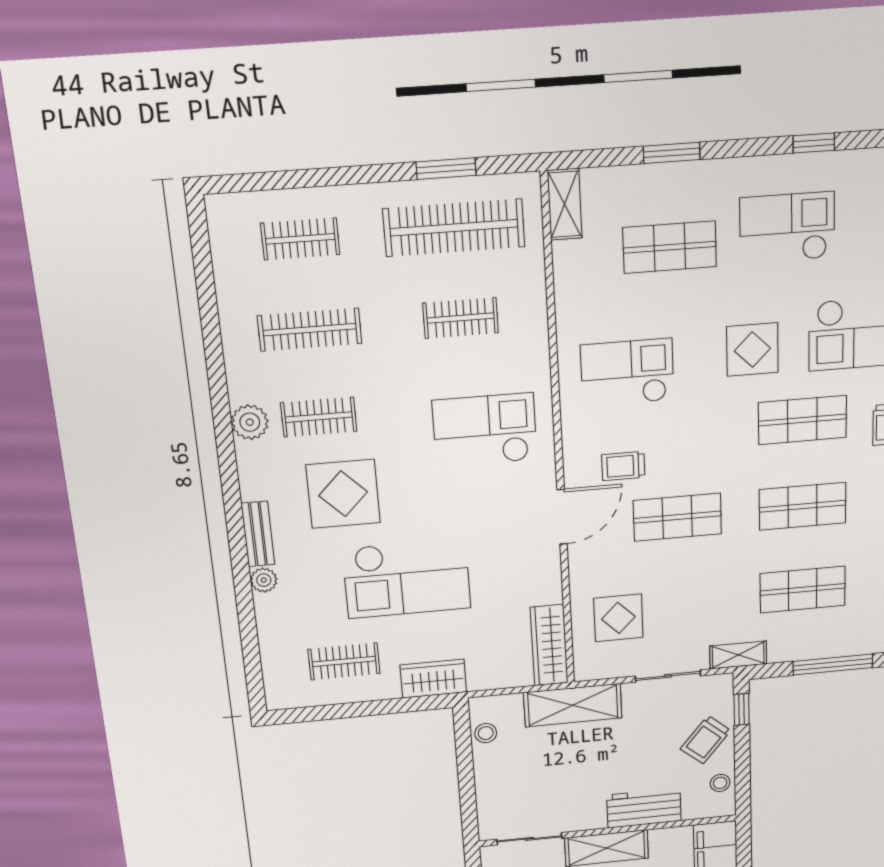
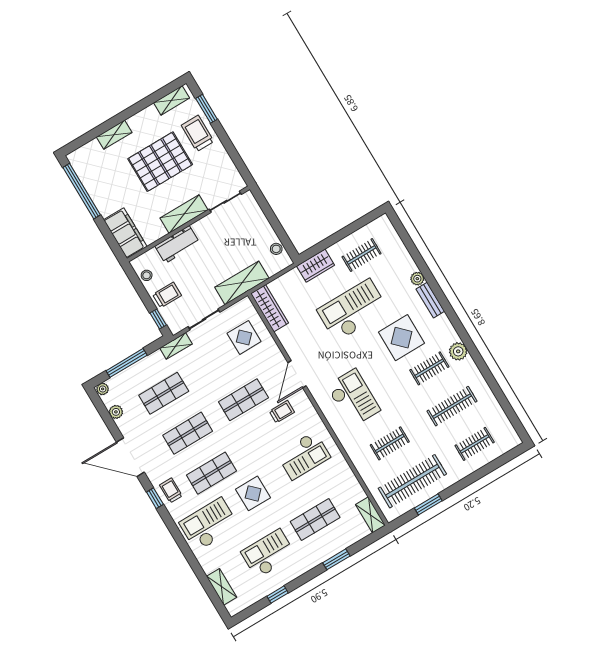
checkout: (787, 228) -> (268, 554), turned 180
checkout: (485, 430) -> (353, 398), turned -90
trolley: (706, 740) -> (167, 295), turned 50

